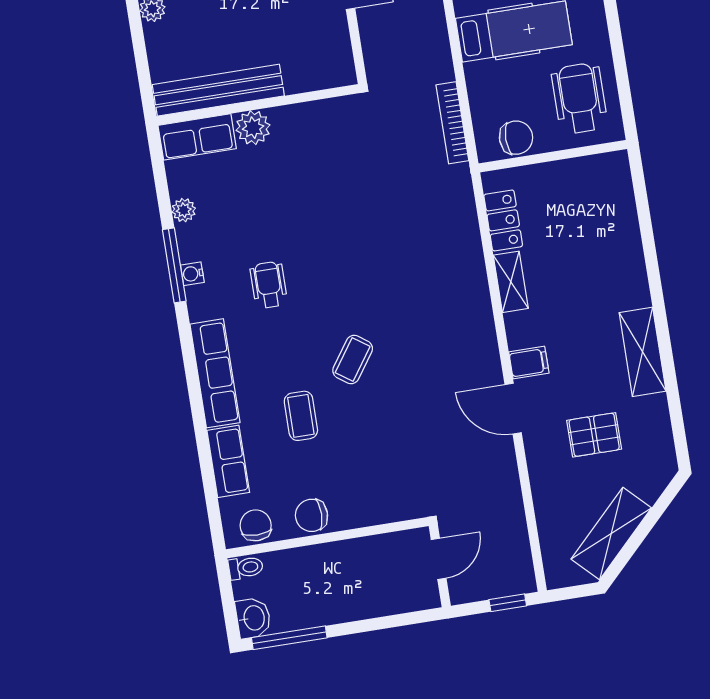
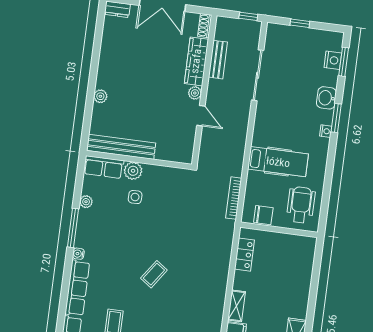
side table: (271, 175) -> (135, 197), added
water cooler: (192, 274) -> (78, 254), moved
shelving: (511, 282) -> (237, 306), moved
wheelchair: (269, 285) -> (117, 252), removed
coffee table: (353, 360) -> (154, 274), moved

